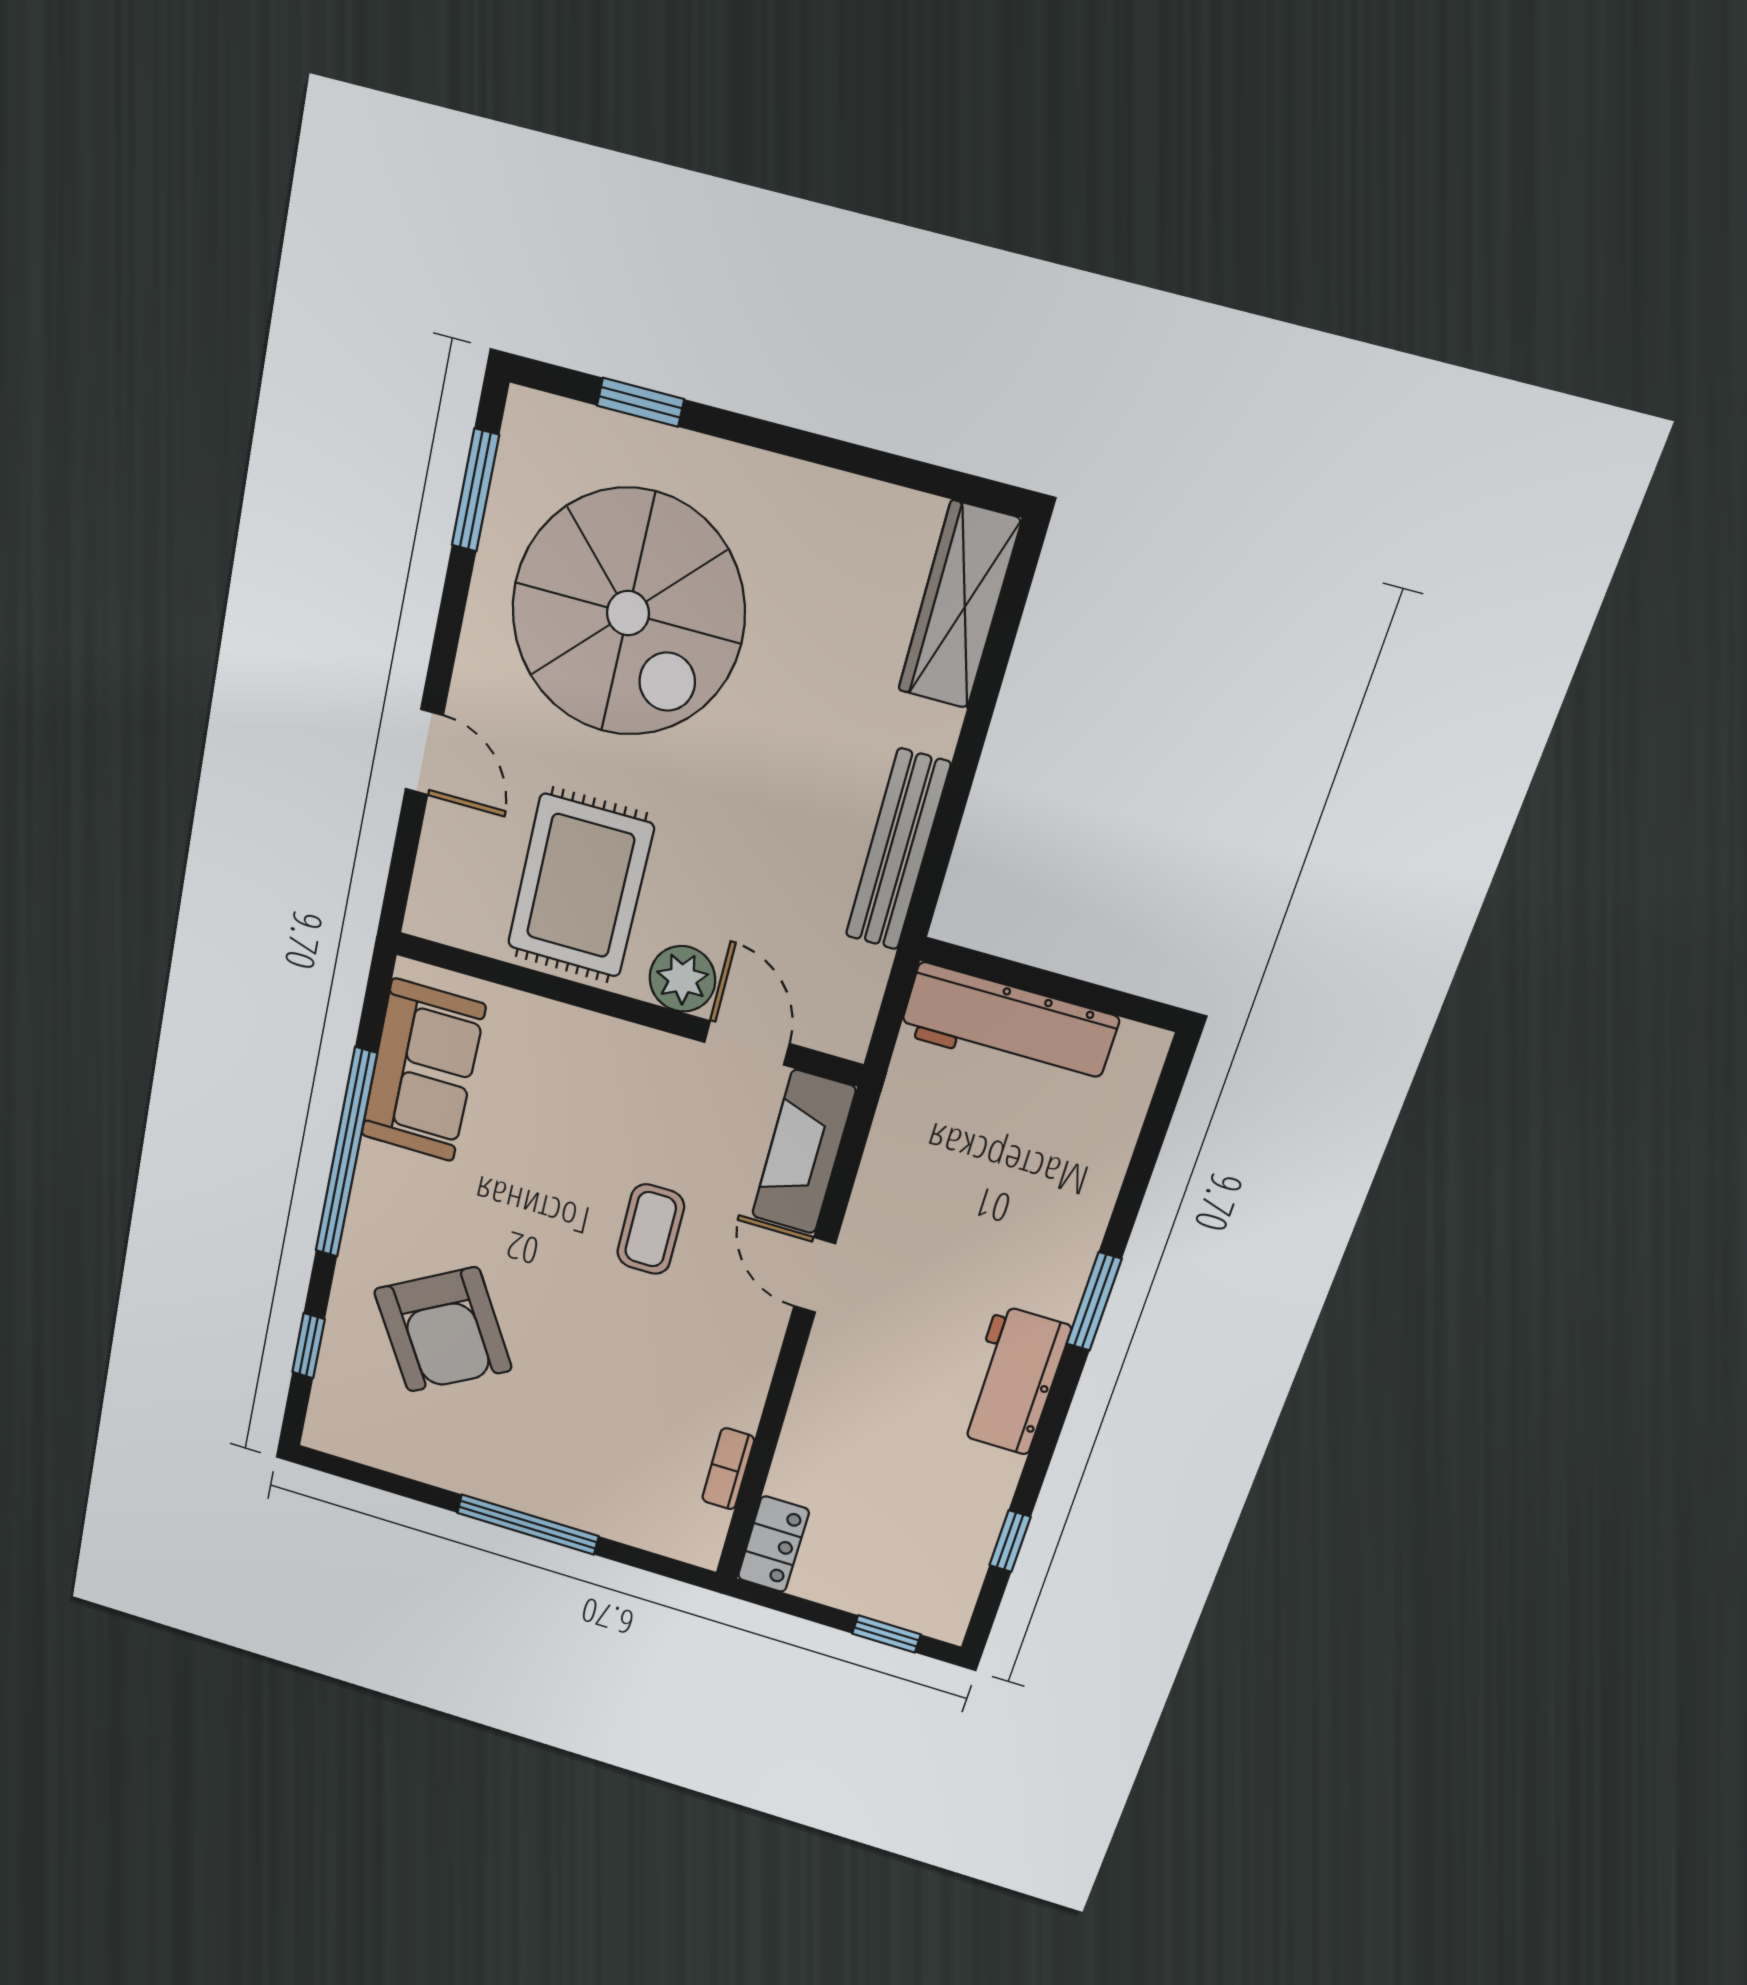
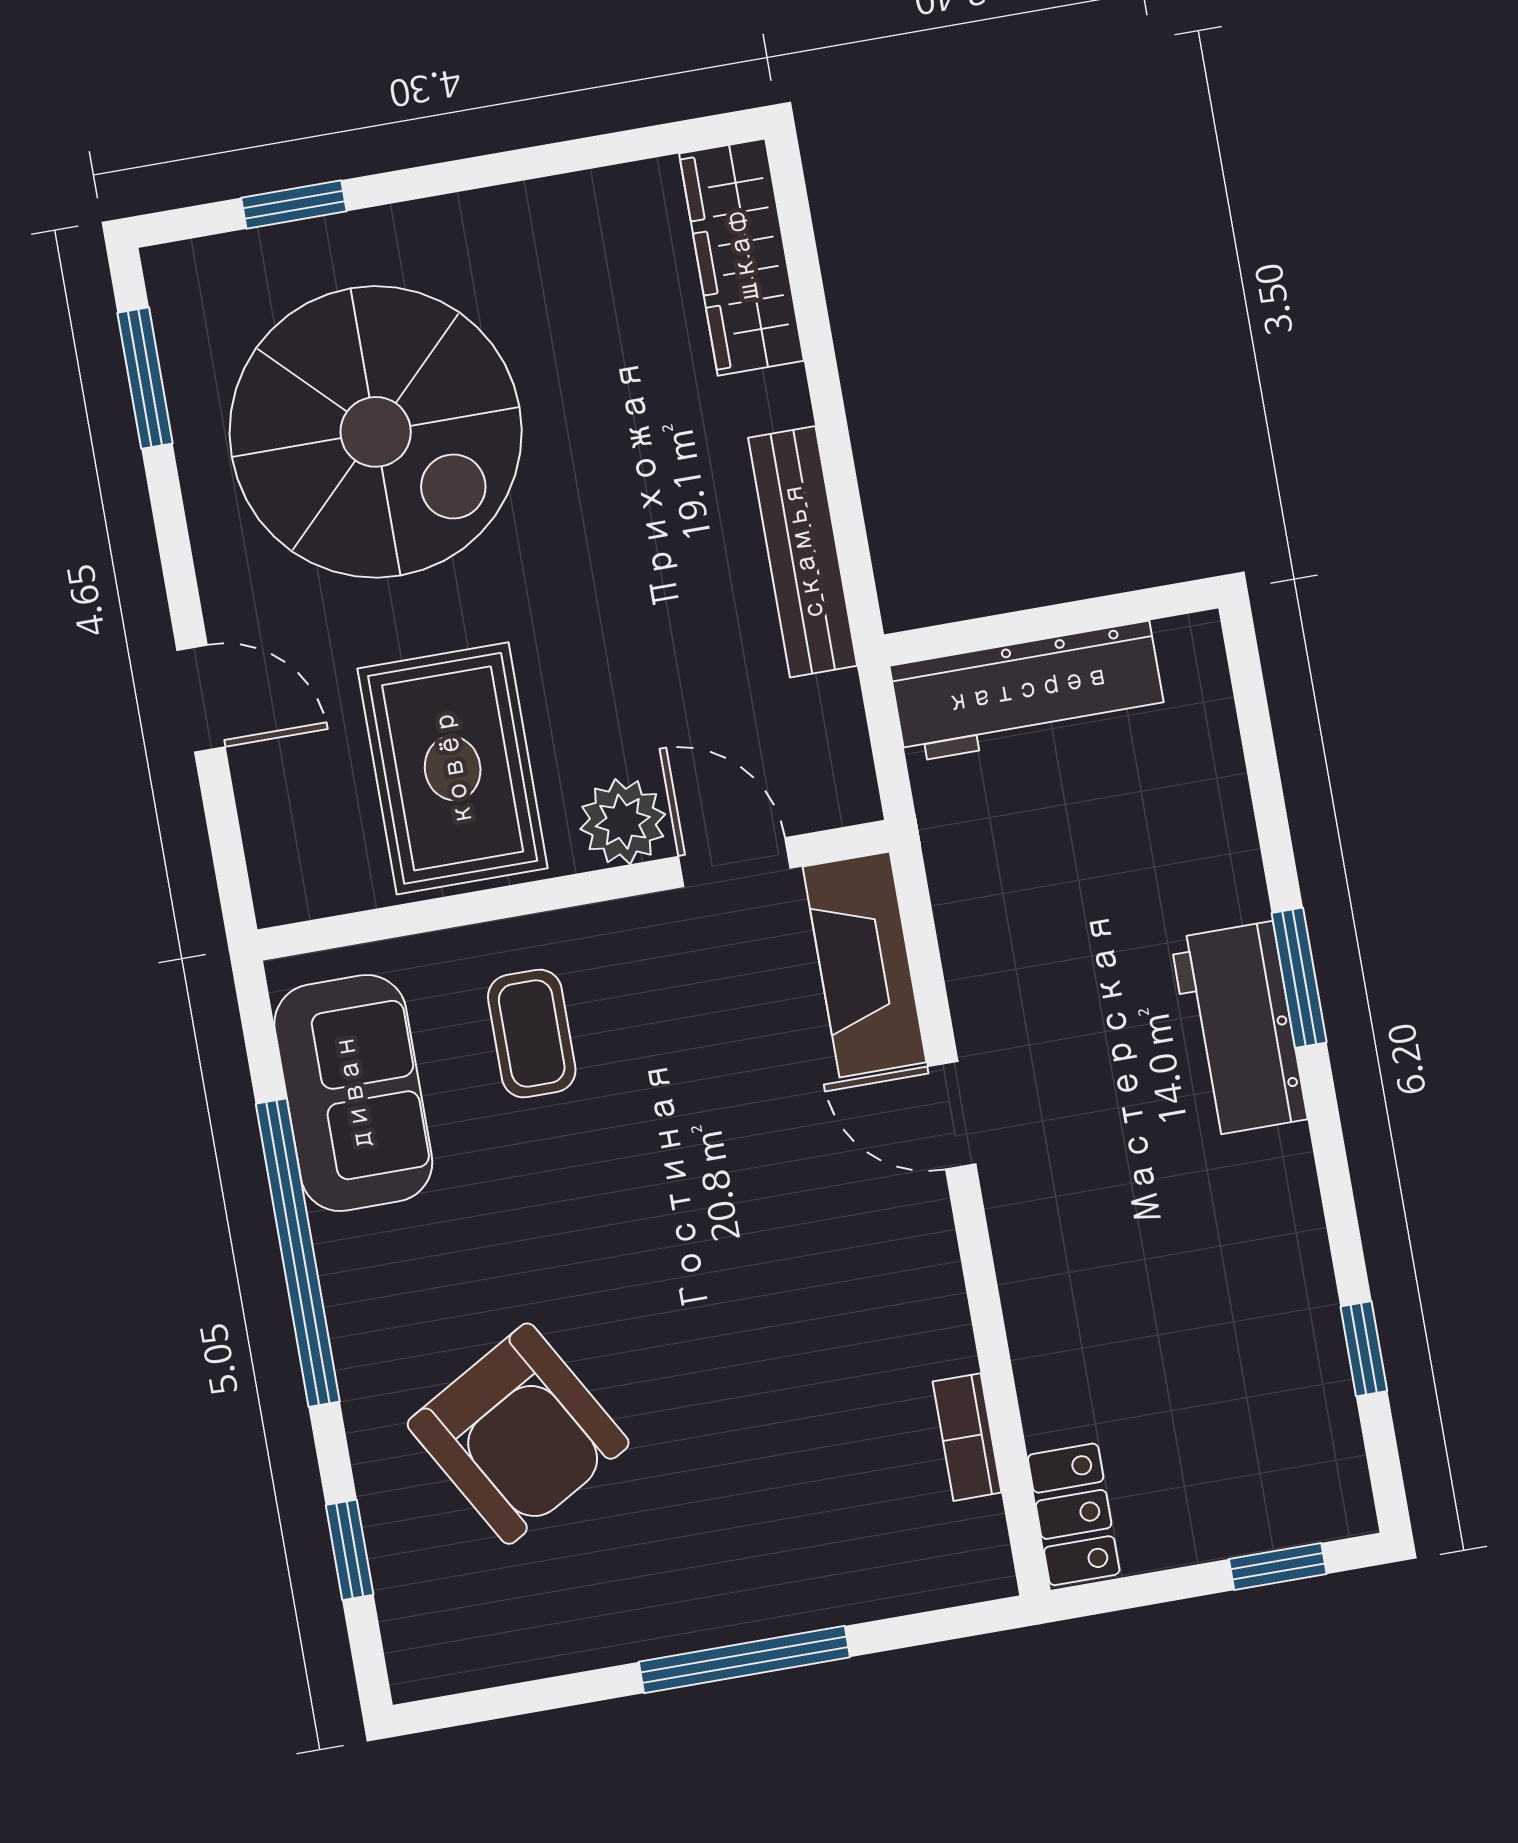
coffee table: (651, 1229) -> (532, 1034), moved
workbench: (1013, 1380) -> (1239, 1029), moved

